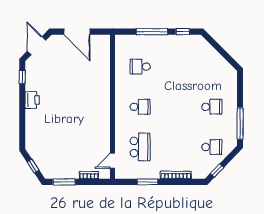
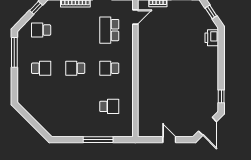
door: (77, 32) -> (169, 140), width x0.53
window: (183, 32) -> (69, 140), removed
printer: (32, 100) -> (212, 38), moved
school desk: (176, 107) -> (75, 68), added
school desk: (212, 107) -> (41, 68), turned 180

